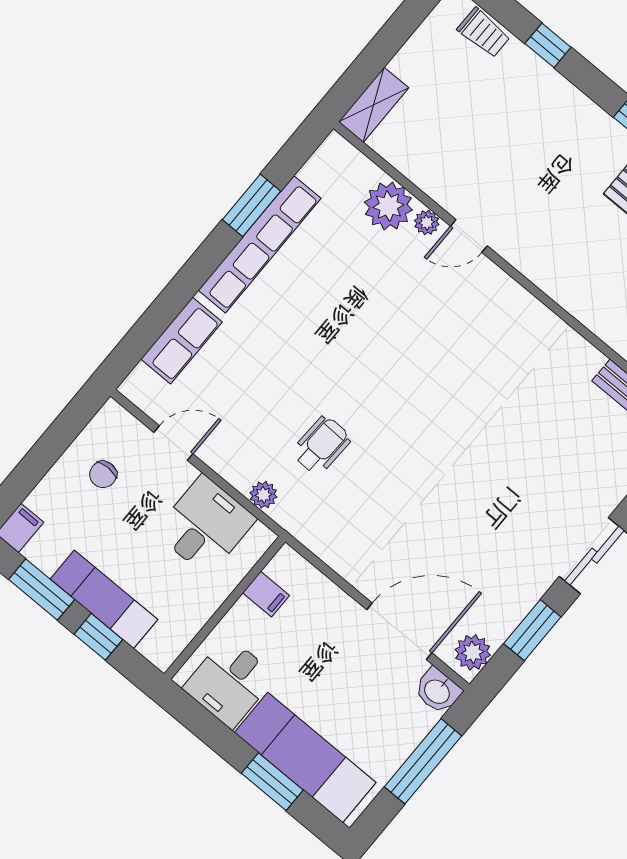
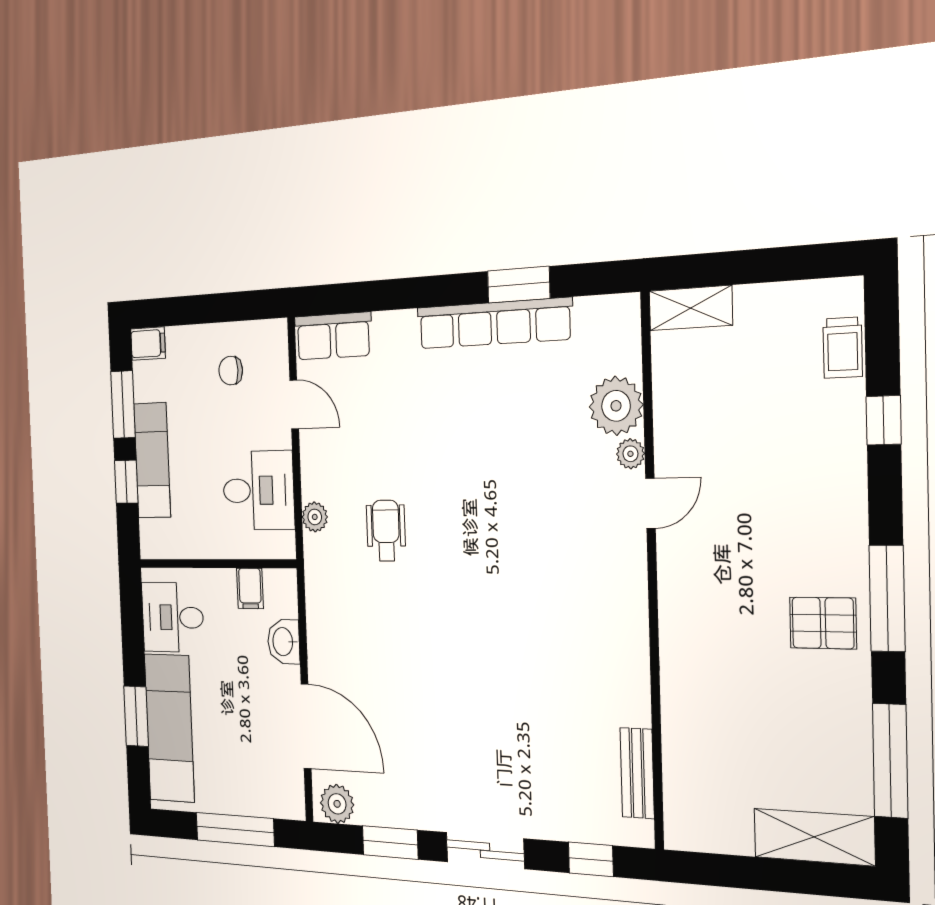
door: (469, 236) -> (650, 503), swing flipped
row of seats: (182, 341) -> (333, 336), moved
wheelchair: (321, 445) -> (386, 530), turned -92
washbasin: (438, 691) -> (284, 642), moved

